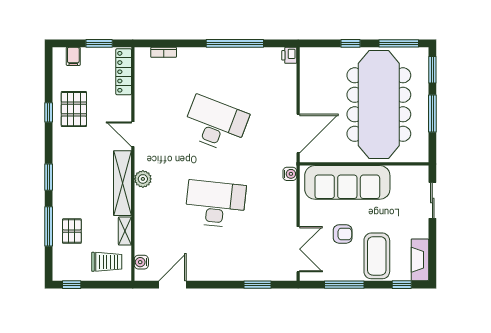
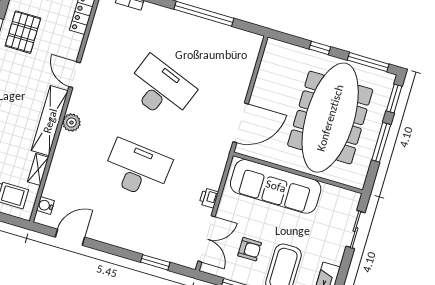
printer: (289, 55) -> (209, 198), moved
water cooler: (290, 174) -> (220, 161), removed
armchair: (343, 234) -> (250, 249), moved

